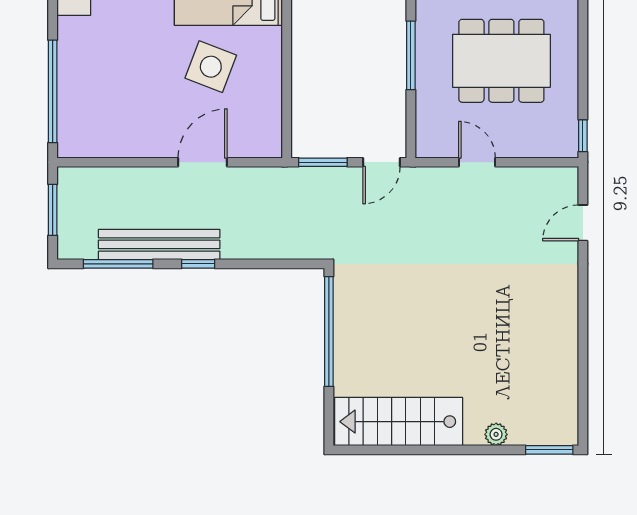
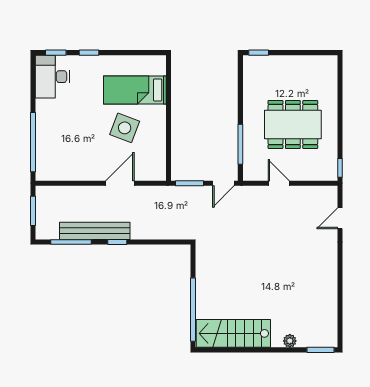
window: (411, 55) -> (240, 144), moved
window: (329, 331) -> (193, 310), moved

